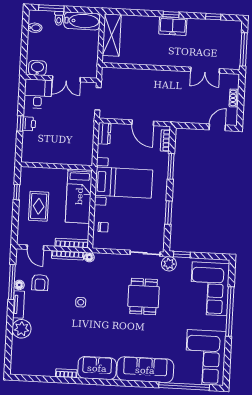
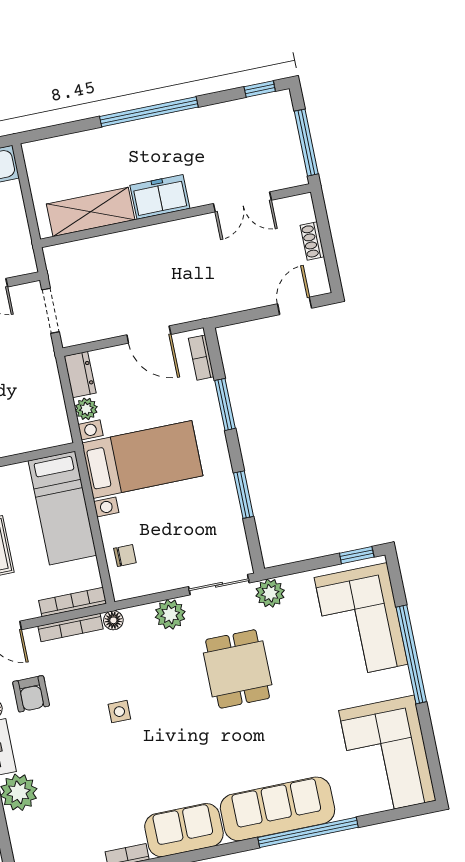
window: (171, 14) -> (149, 112), width x3.17
window: (213, 17) -> (260, 89), moved
freezer: (173, 26) -> (160, 197), moved, turned 180
shelving: (112, 35) -> (91, 212), moved, turned 90
plant: (103, 151) -> (86, 409), added
window: (182, 254) -> (357, 555), moved
plant: (118, 261) -> (170, 614), added
window: (184, 386) -> (308, 832), moved

